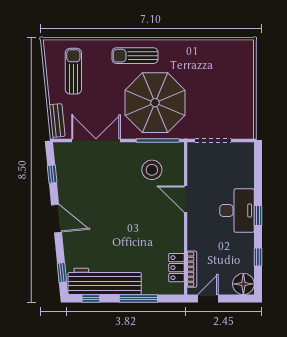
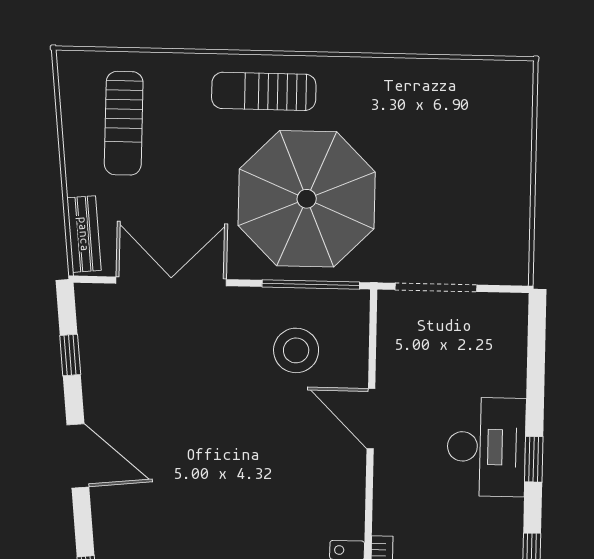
sun lounger: (73, 71) -> (124, 123), turned 180

